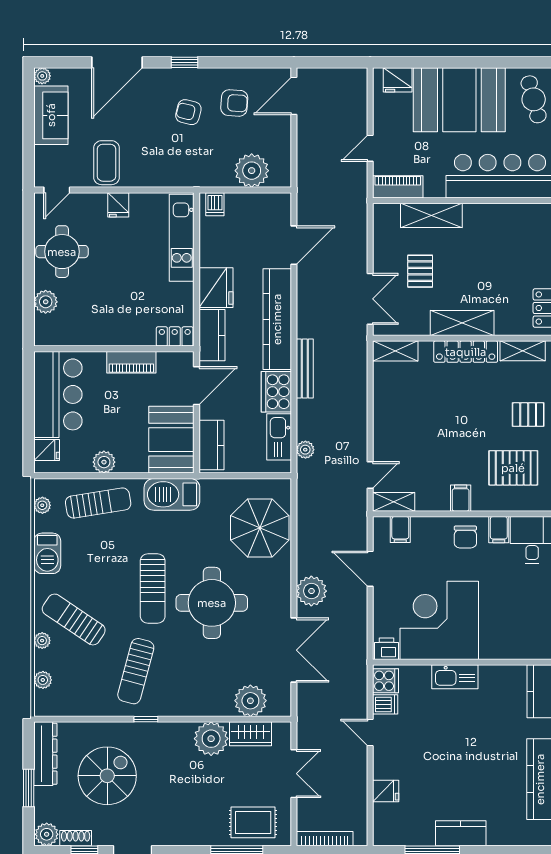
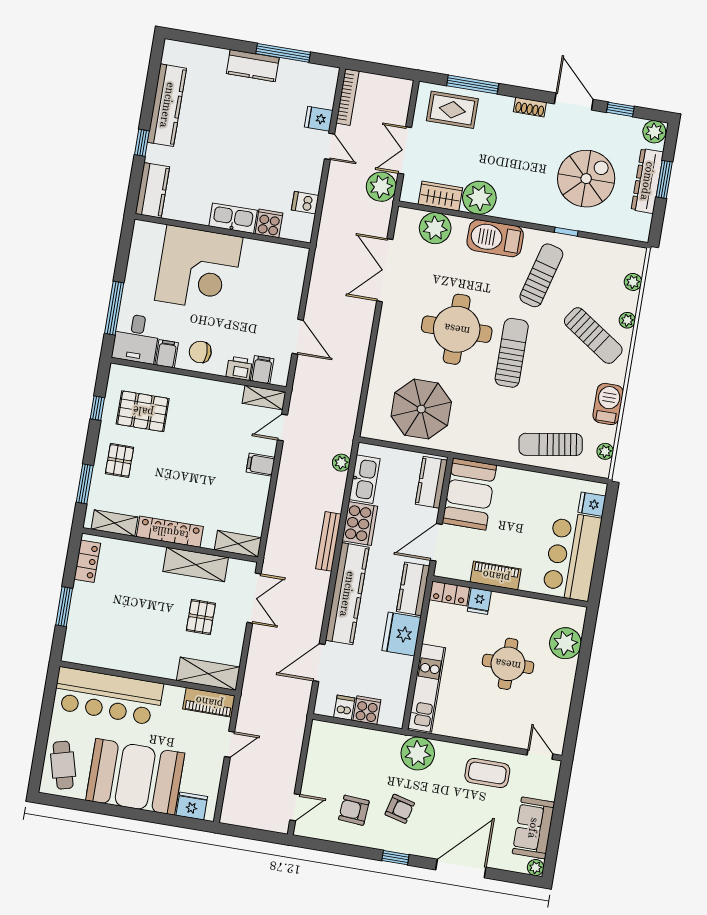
door: (294, 96) -> (295, 807), width x0.73
coffee table: (107, 163) -> (487, 773), turned 90
plant: (252, 171) -> (418, 753), moved
door: (57, 190) -> (540, 755), hinge flipped
dishwasher: (215, 204) -> (344, 708), moved
fridge: (118, 205) -> (479, 601), moved, turned 180
cooker: (238, 206) -> (367, 710), added
shelving: (431, 215) -> (208, 674), moved
round table: (62, 252) -> (508, 664), moved
double door: (370, 299) -> (254, 598), swing flipped
plant: (46, 302) -> (565, 643), width x1.36, depth x1.36
shelving: (462, 323) -> (196, 564), moved
pallet: (528, 415) -> (120, 460), turned 90
plant: (104, 462) -> (538, 483), removed
barbecue: (172, 494) -> (495, 238), moved, turned 180
filing cabinet: (461, 498) -> (261, 465), moved, turned 90
parasol: (260, 528) -> (421, 409), moved
chair: (465, 537) -> (200, 352), turned -90
plant: (311, 591) -> (381, 187), moved
corner desk: (439, 620) -> (199, 269), moved
printer: (386, 649) -> (239, 368), moved, turned 180
cooker: (386, 681) -> (269, 223), moved, turned 90
window: (146, 719) -> (566, 232), moved
door: (370, 733) -> (330, 146), moved
dresser: (45, 754) -> (647, 181), moved
spiral stairs: (107, 776) -> (586, 179), turned 180
shoe rack: (76, 838) -> (530, 107), moved
bookcase: (325, 839) -> (348, 97), moved, turned -90

